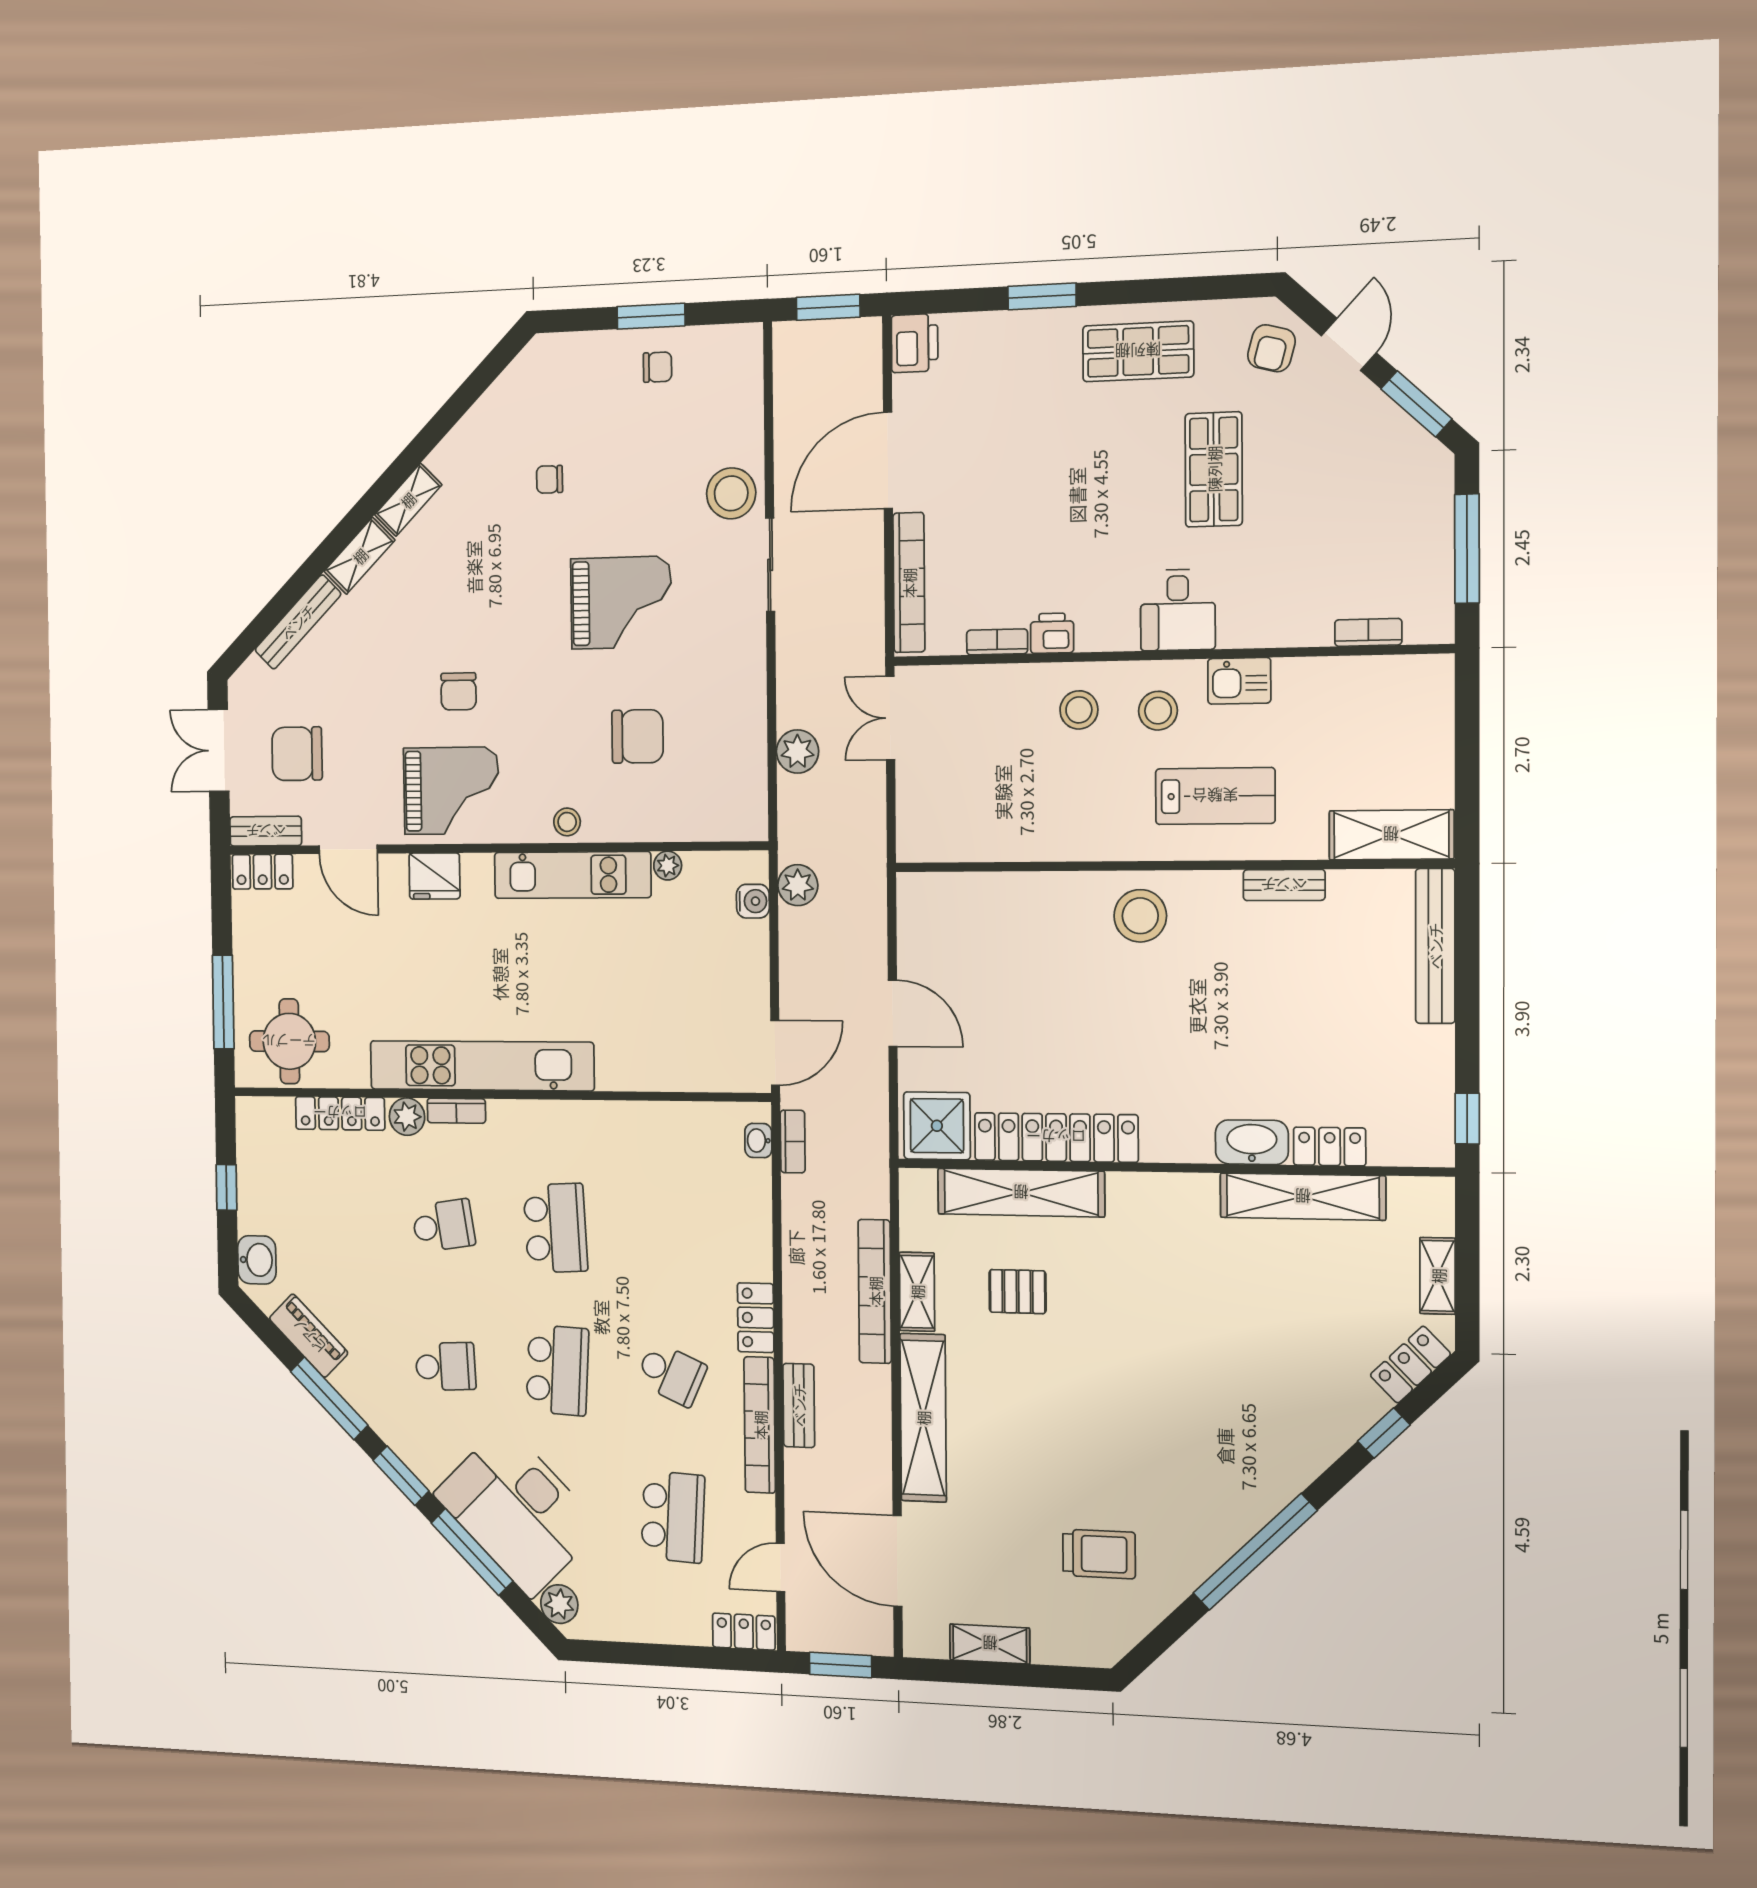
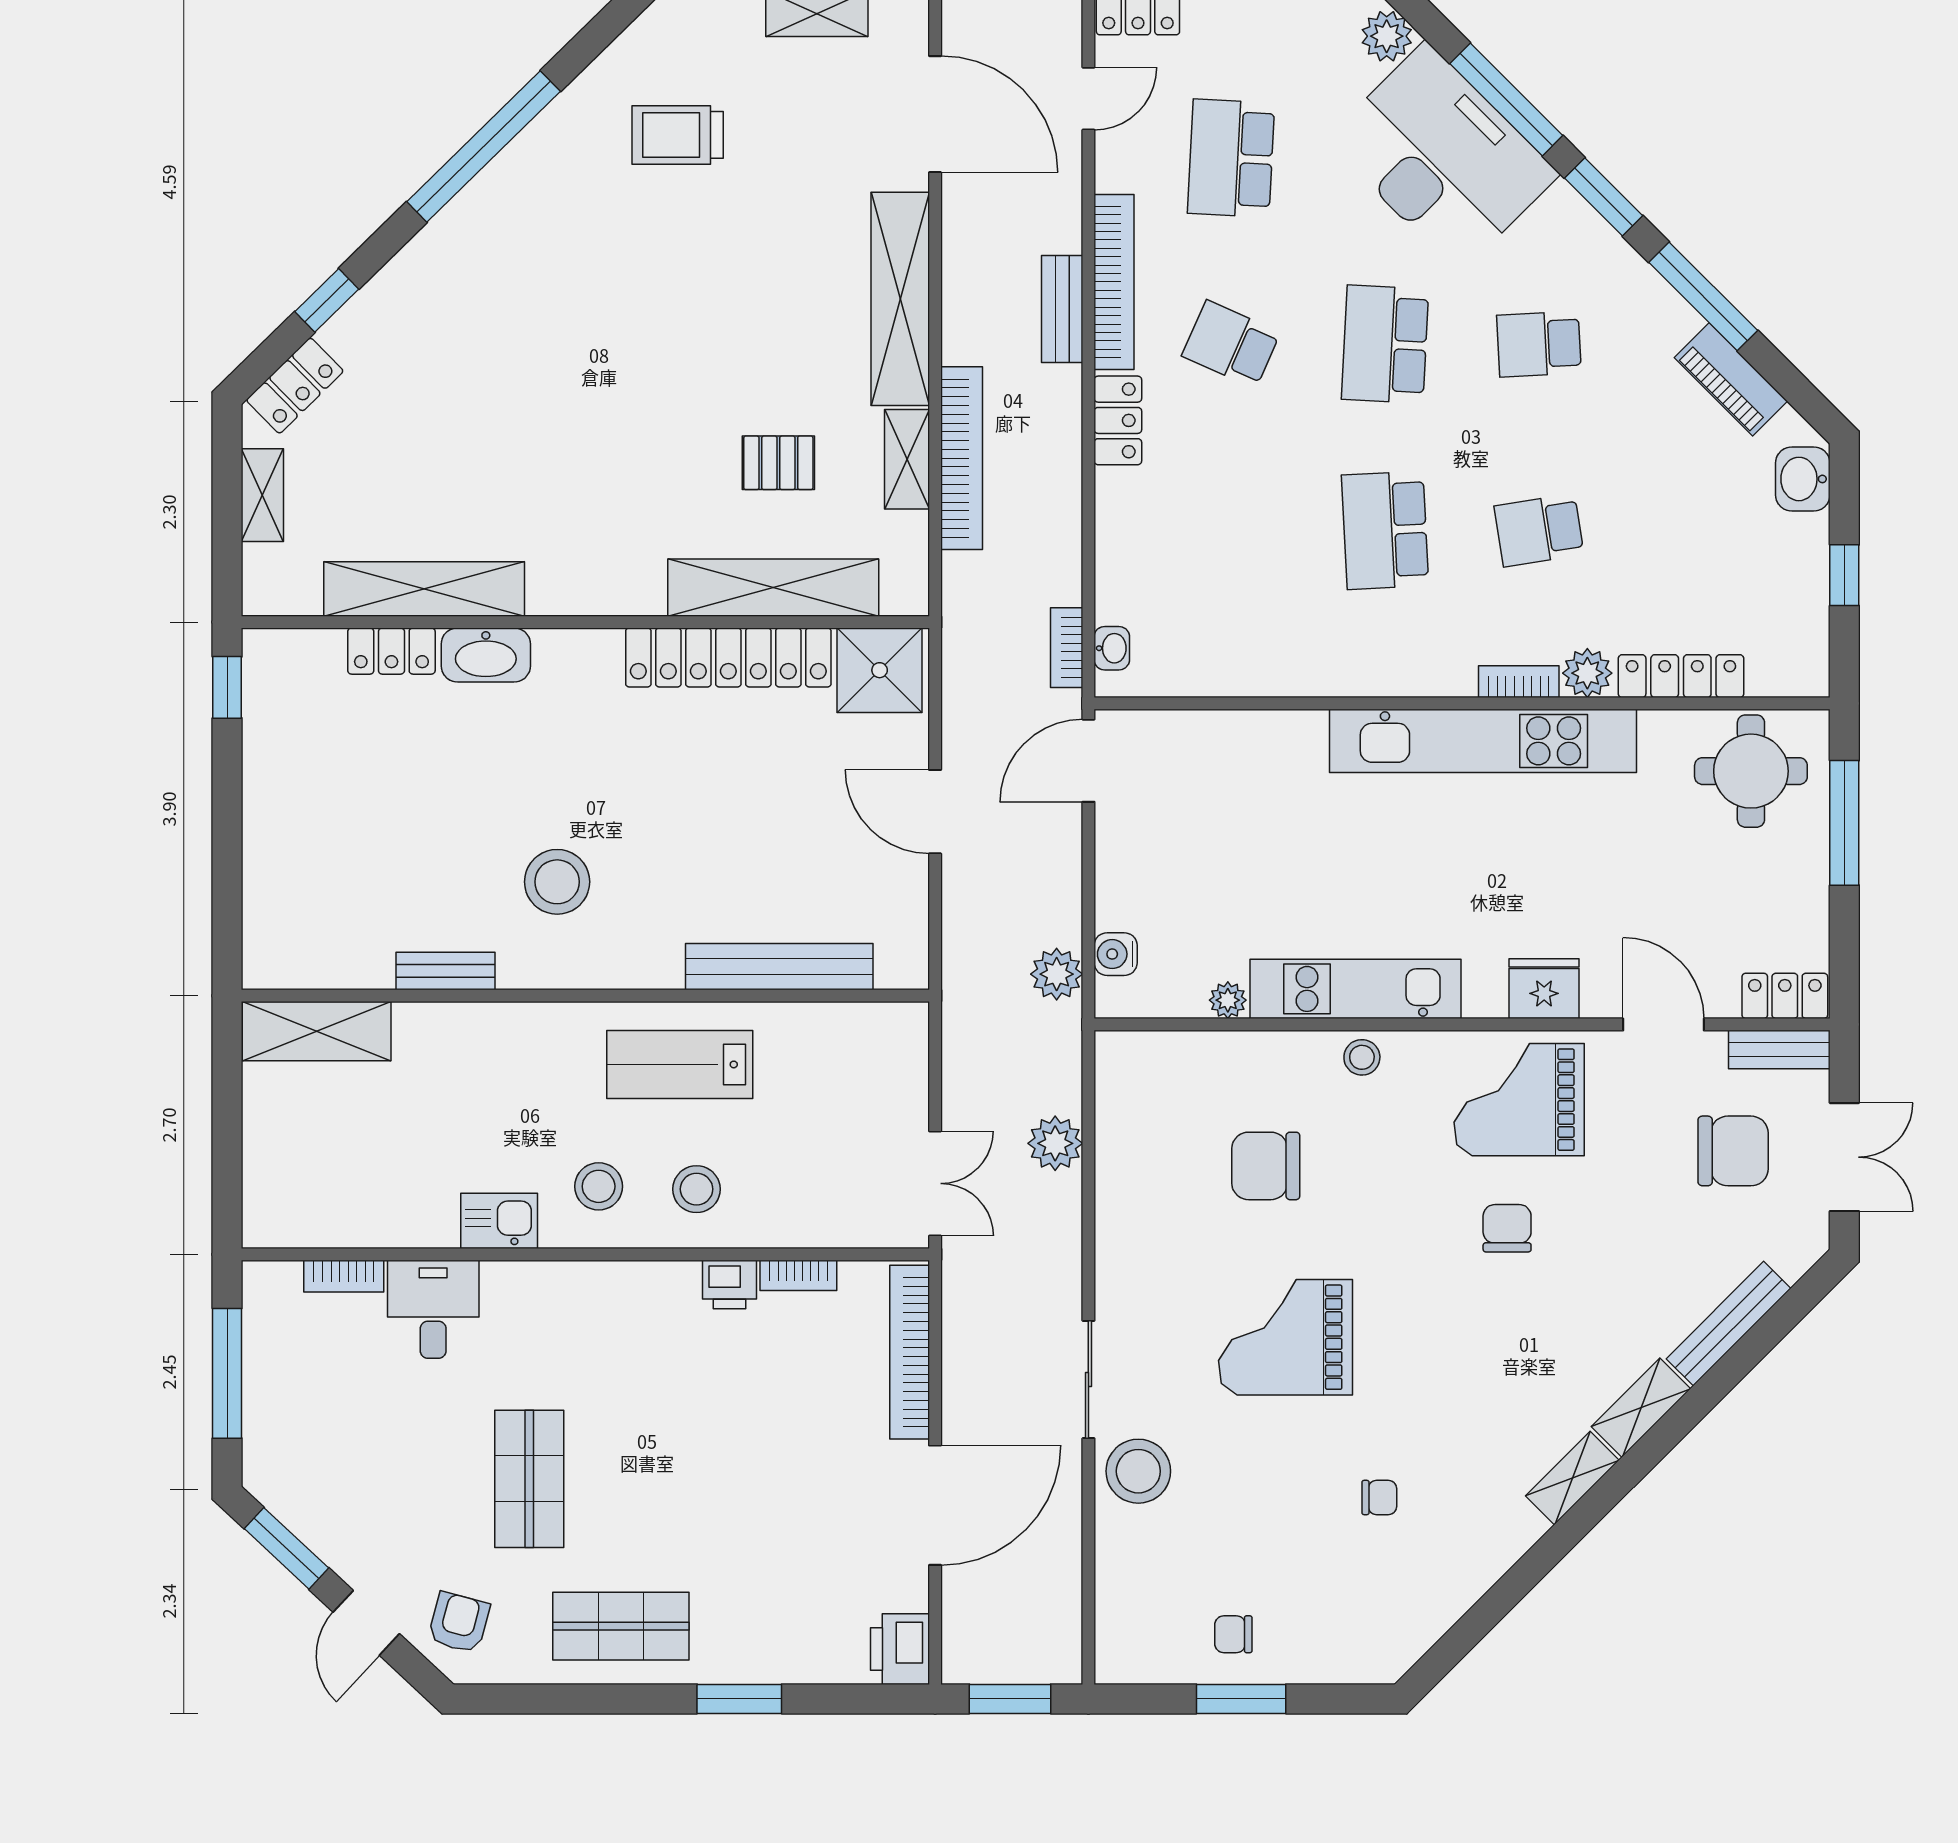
desk: (1178, 610) -> (433, 1309), moved
lab bench: (1215, 796) -> (680, 1064), moved
stool: (1140, 916) -> (557, 882), moved
bench: (1435, 946) -> (779, 967), moved, turned 90

